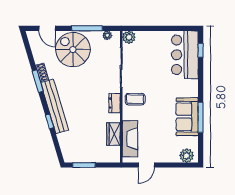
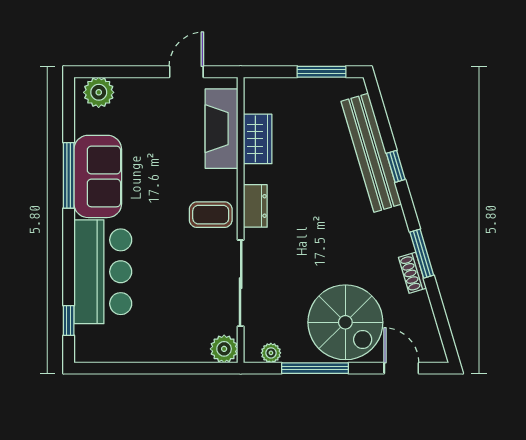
bar counter: (185, 55) -> (103, 272), moved
bench: (55, 106) -> (371, 153), moved

